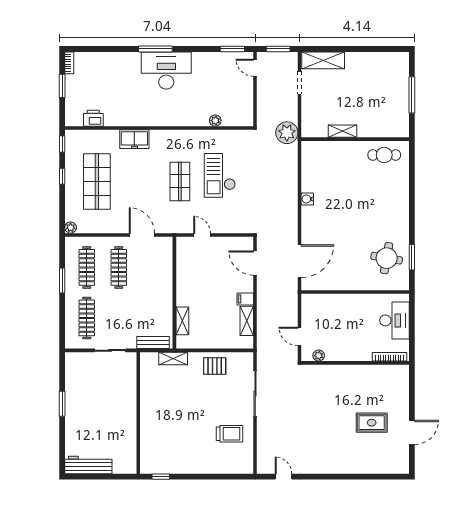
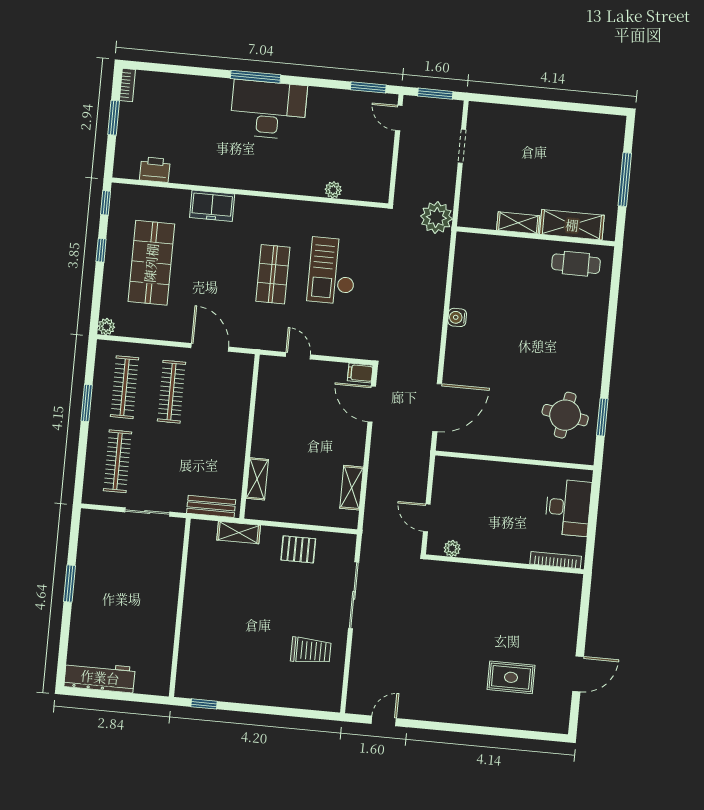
shelving: (323, 60) -> (572, 225), moved
filing cabinet: (245, 299) -> (360, 373), moved
rug: (372, 423) -> (511, 677), moved
door: (283, 477) -> (384, 721), hinge flipped

